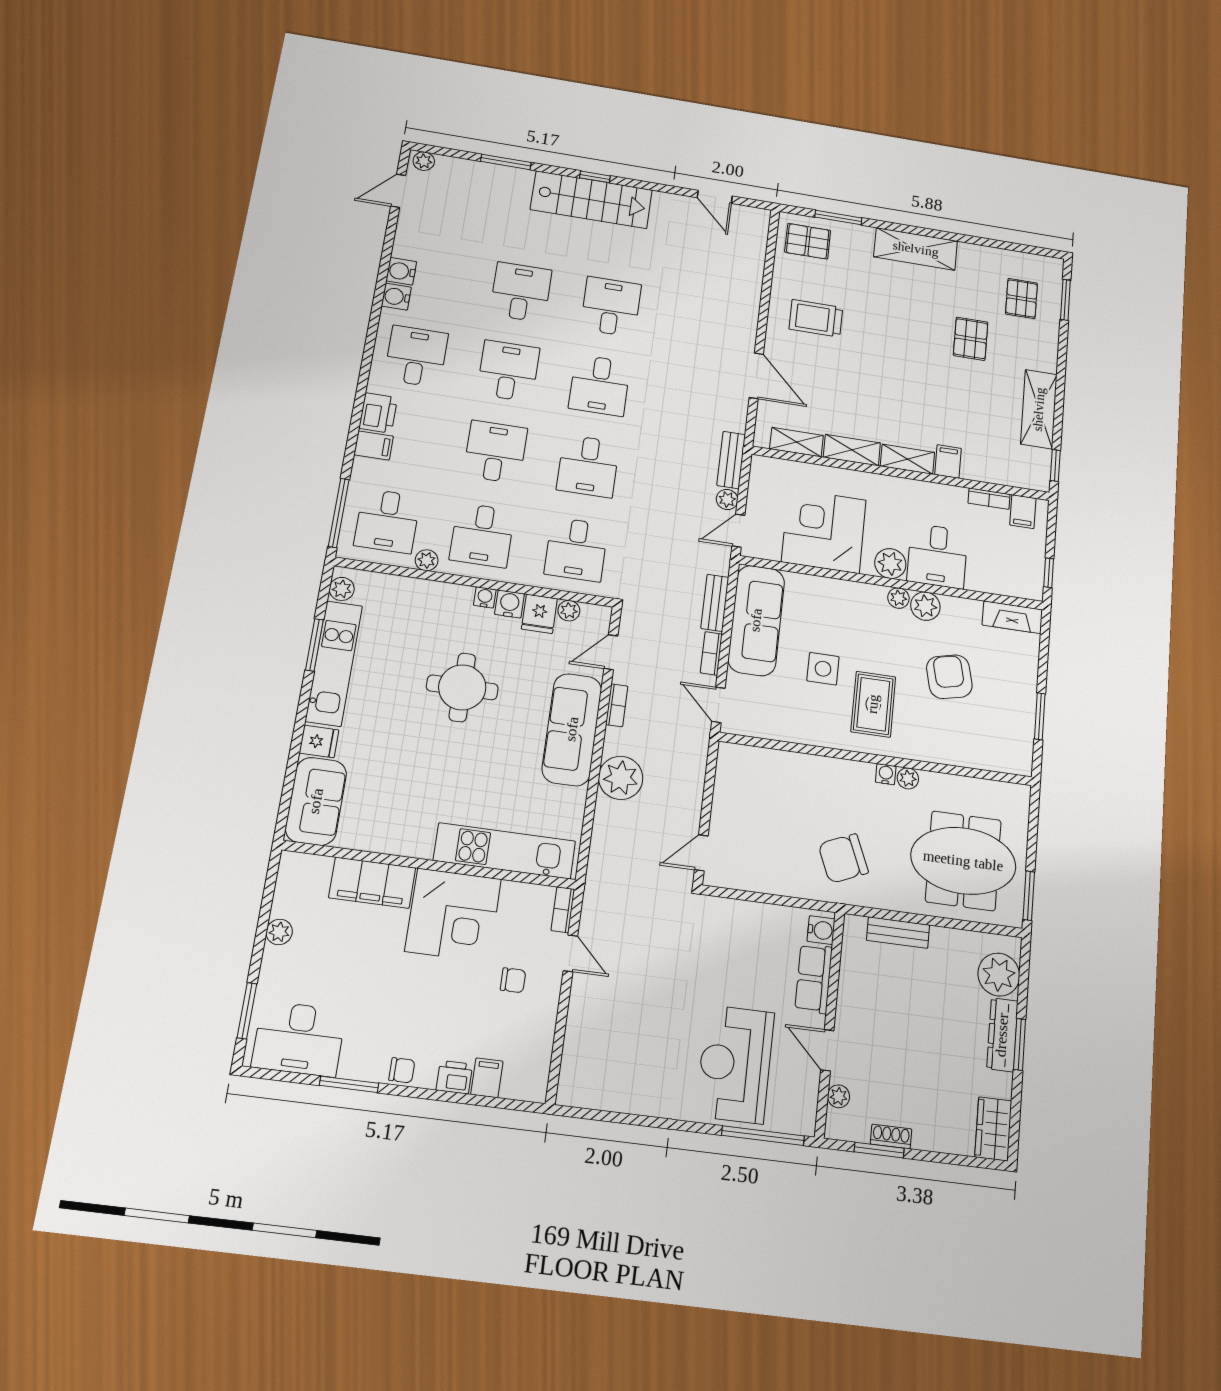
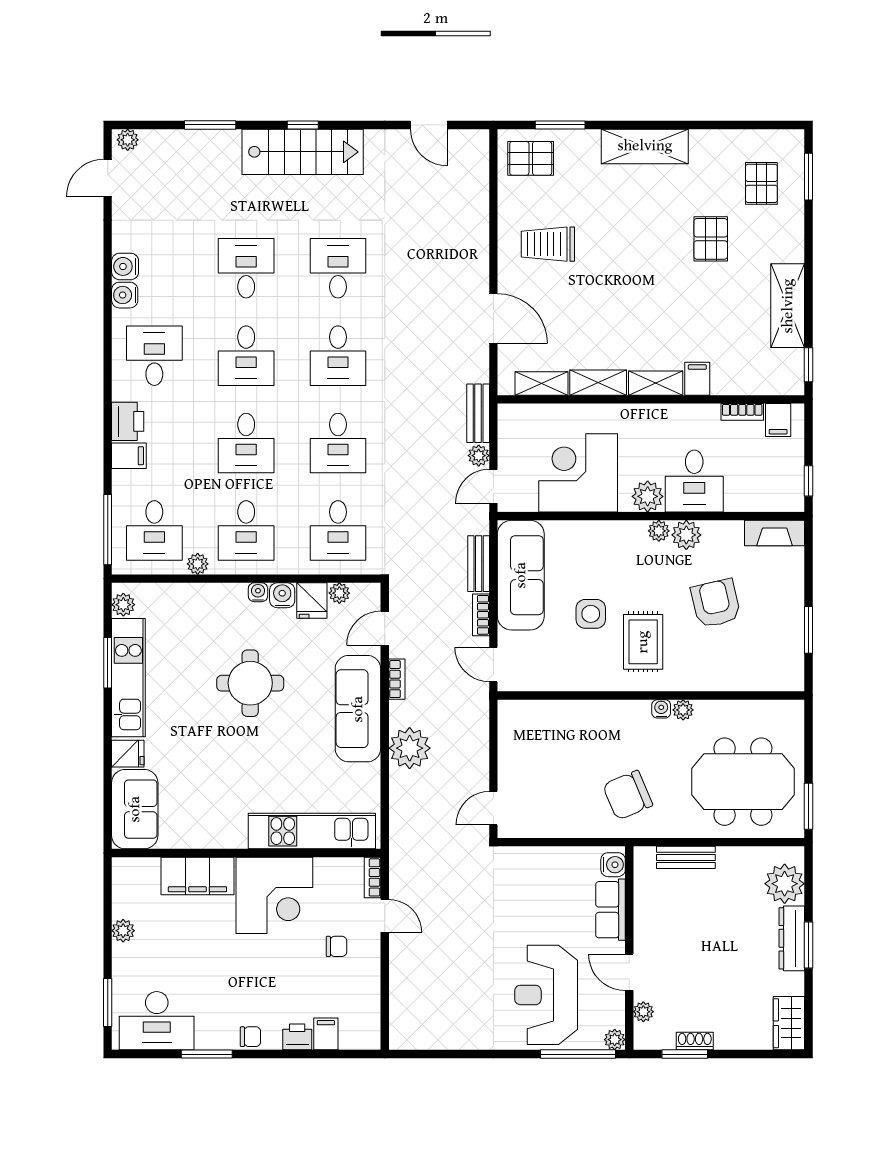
desk: (508, 371) -> (246, 356), turned 180
desk: (495, 452) -> (246, 443), turned 180
plant: (805, 1124) -> (615, 1040), added

